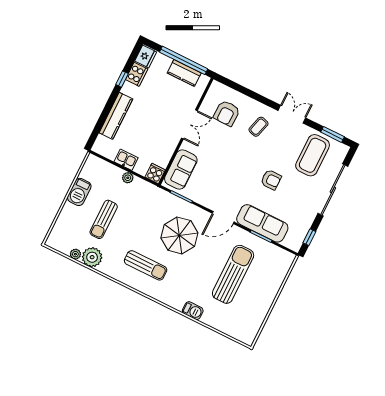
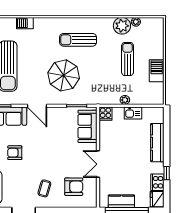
armchair: (227, 113) -> (74, 187), turned 89
door: (223, 218) -> (37, 106), swing flipped

